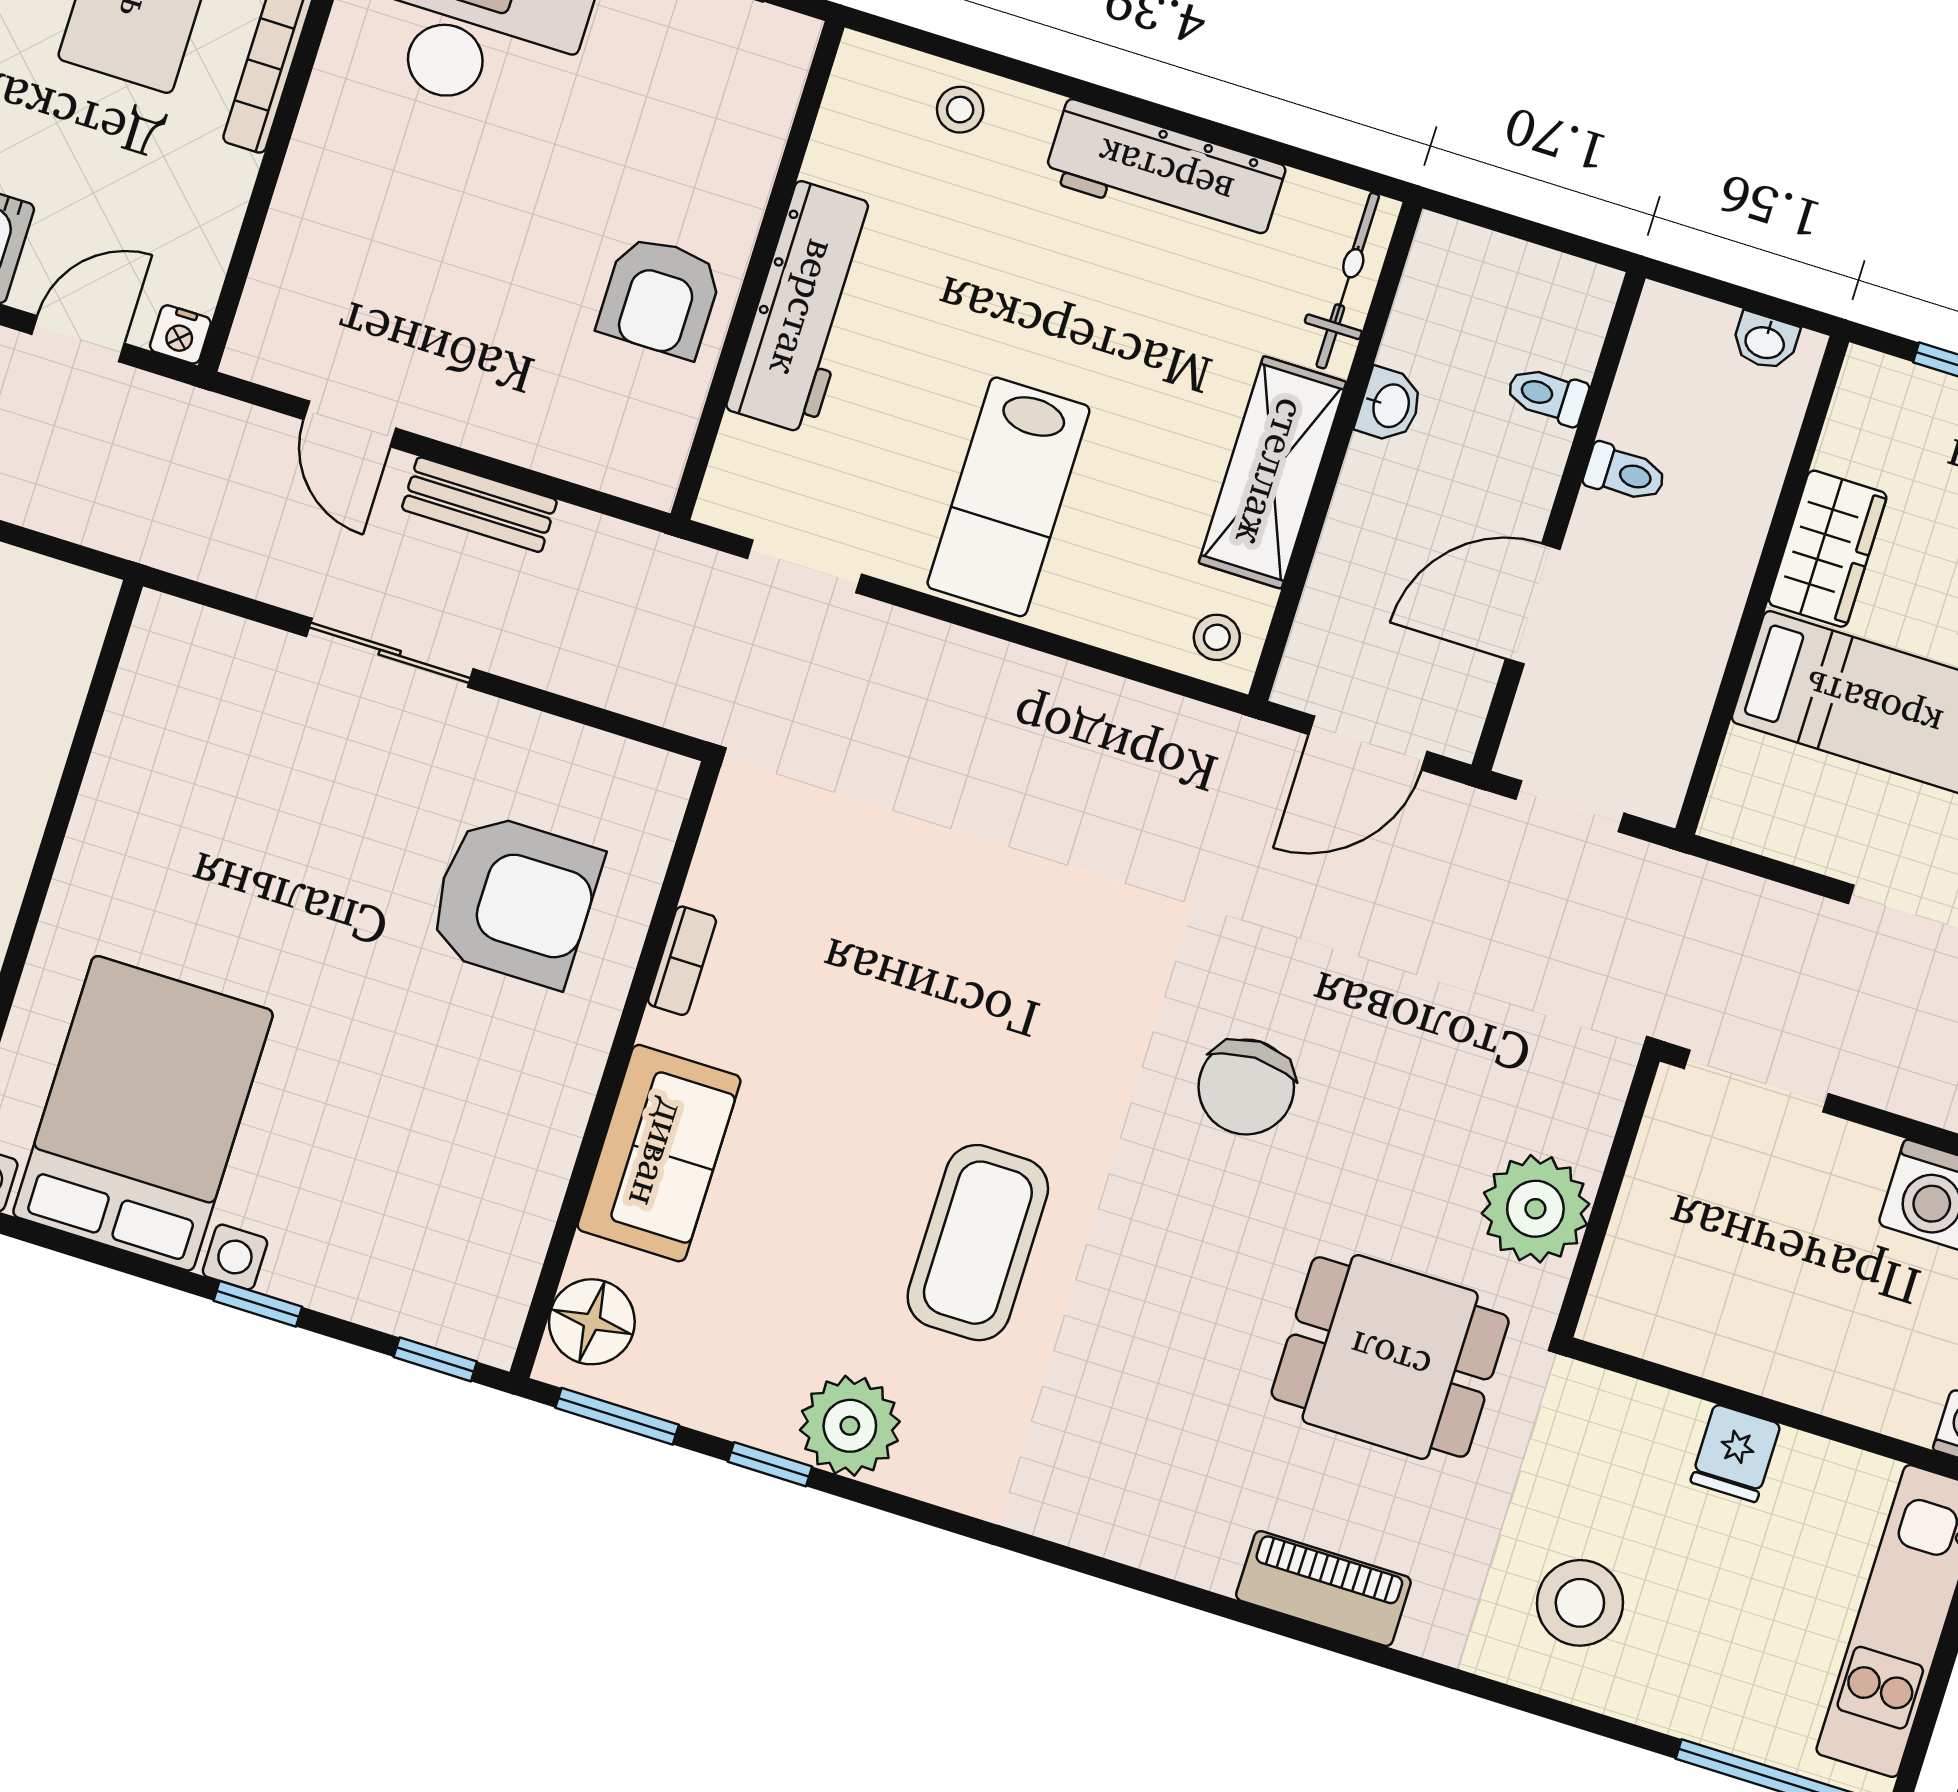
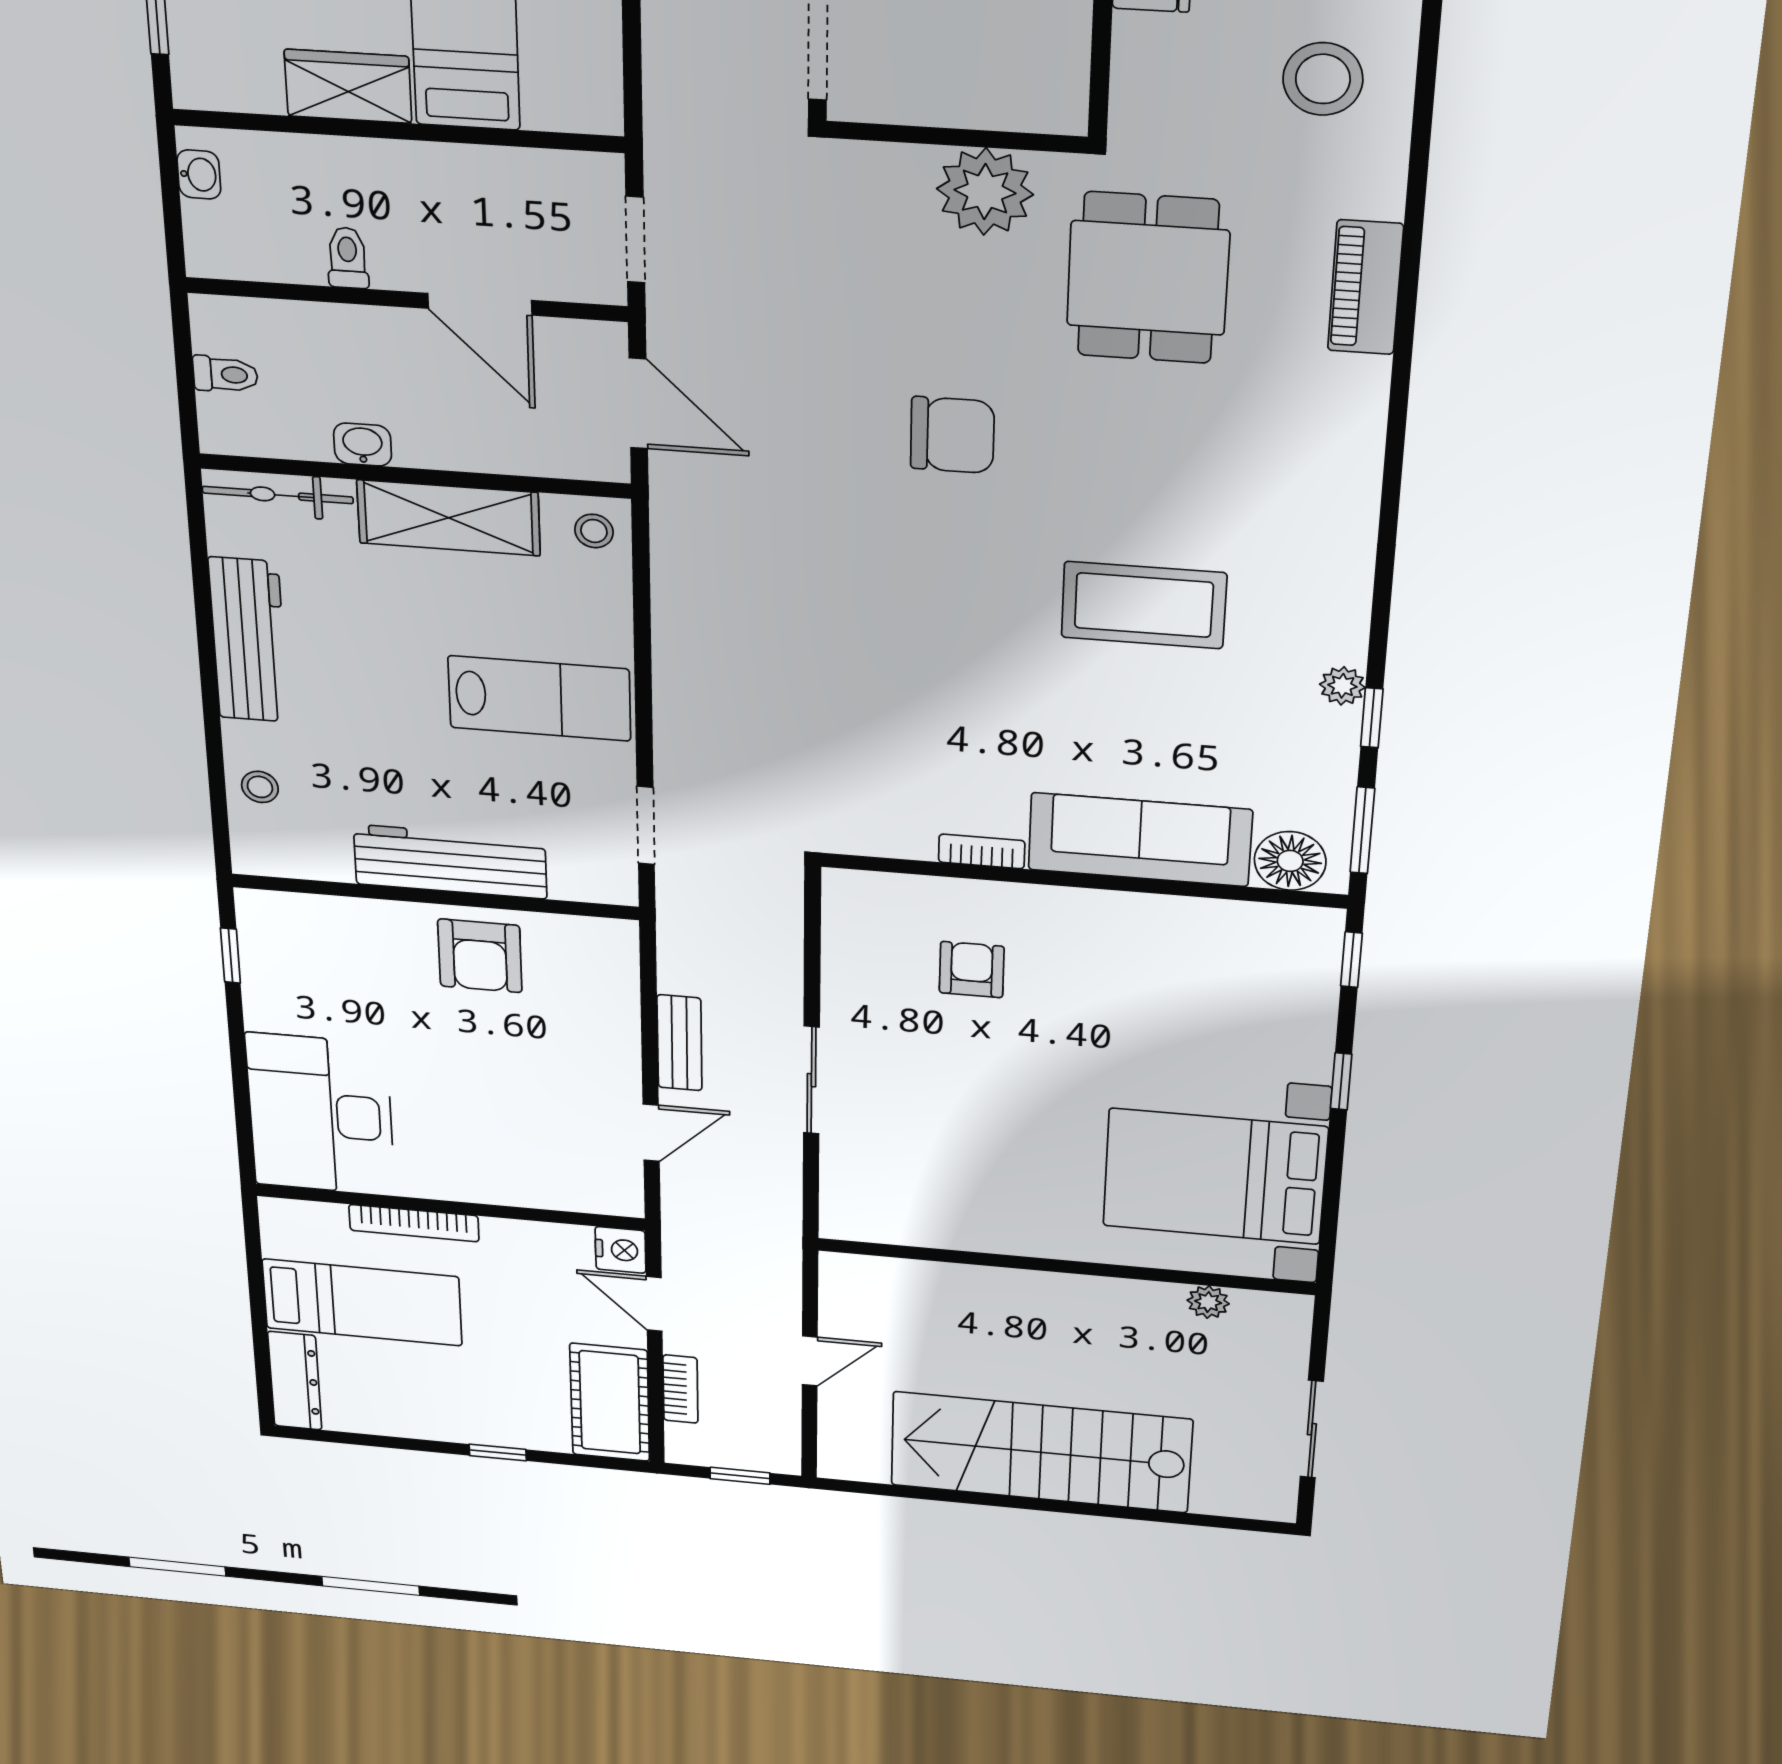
armchair: (660, 297) -> (480, 956), turned 90
nightstand: (180, 334) -> (621, 1250), width x1.39, depth x1.35
toilet: (1547, 395) -> (225, 374), moved, turned -90
armchair: (514, 900) -> (972, 970), width x0.53, depth x0.53
sofa: (659, 1153) -> (1140, 840), width x1.36
plant: (850, 1426) -> (1342, 686), width x0.53, depth x0.53

